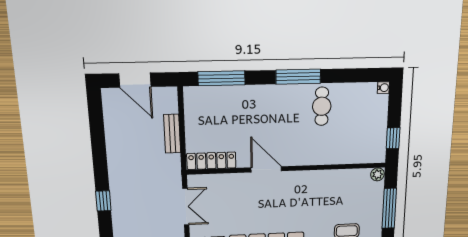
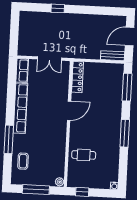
cafe table: (322, 106) -> (84, 155), moved
bench: (172, 134) -> (113, 56), moved

